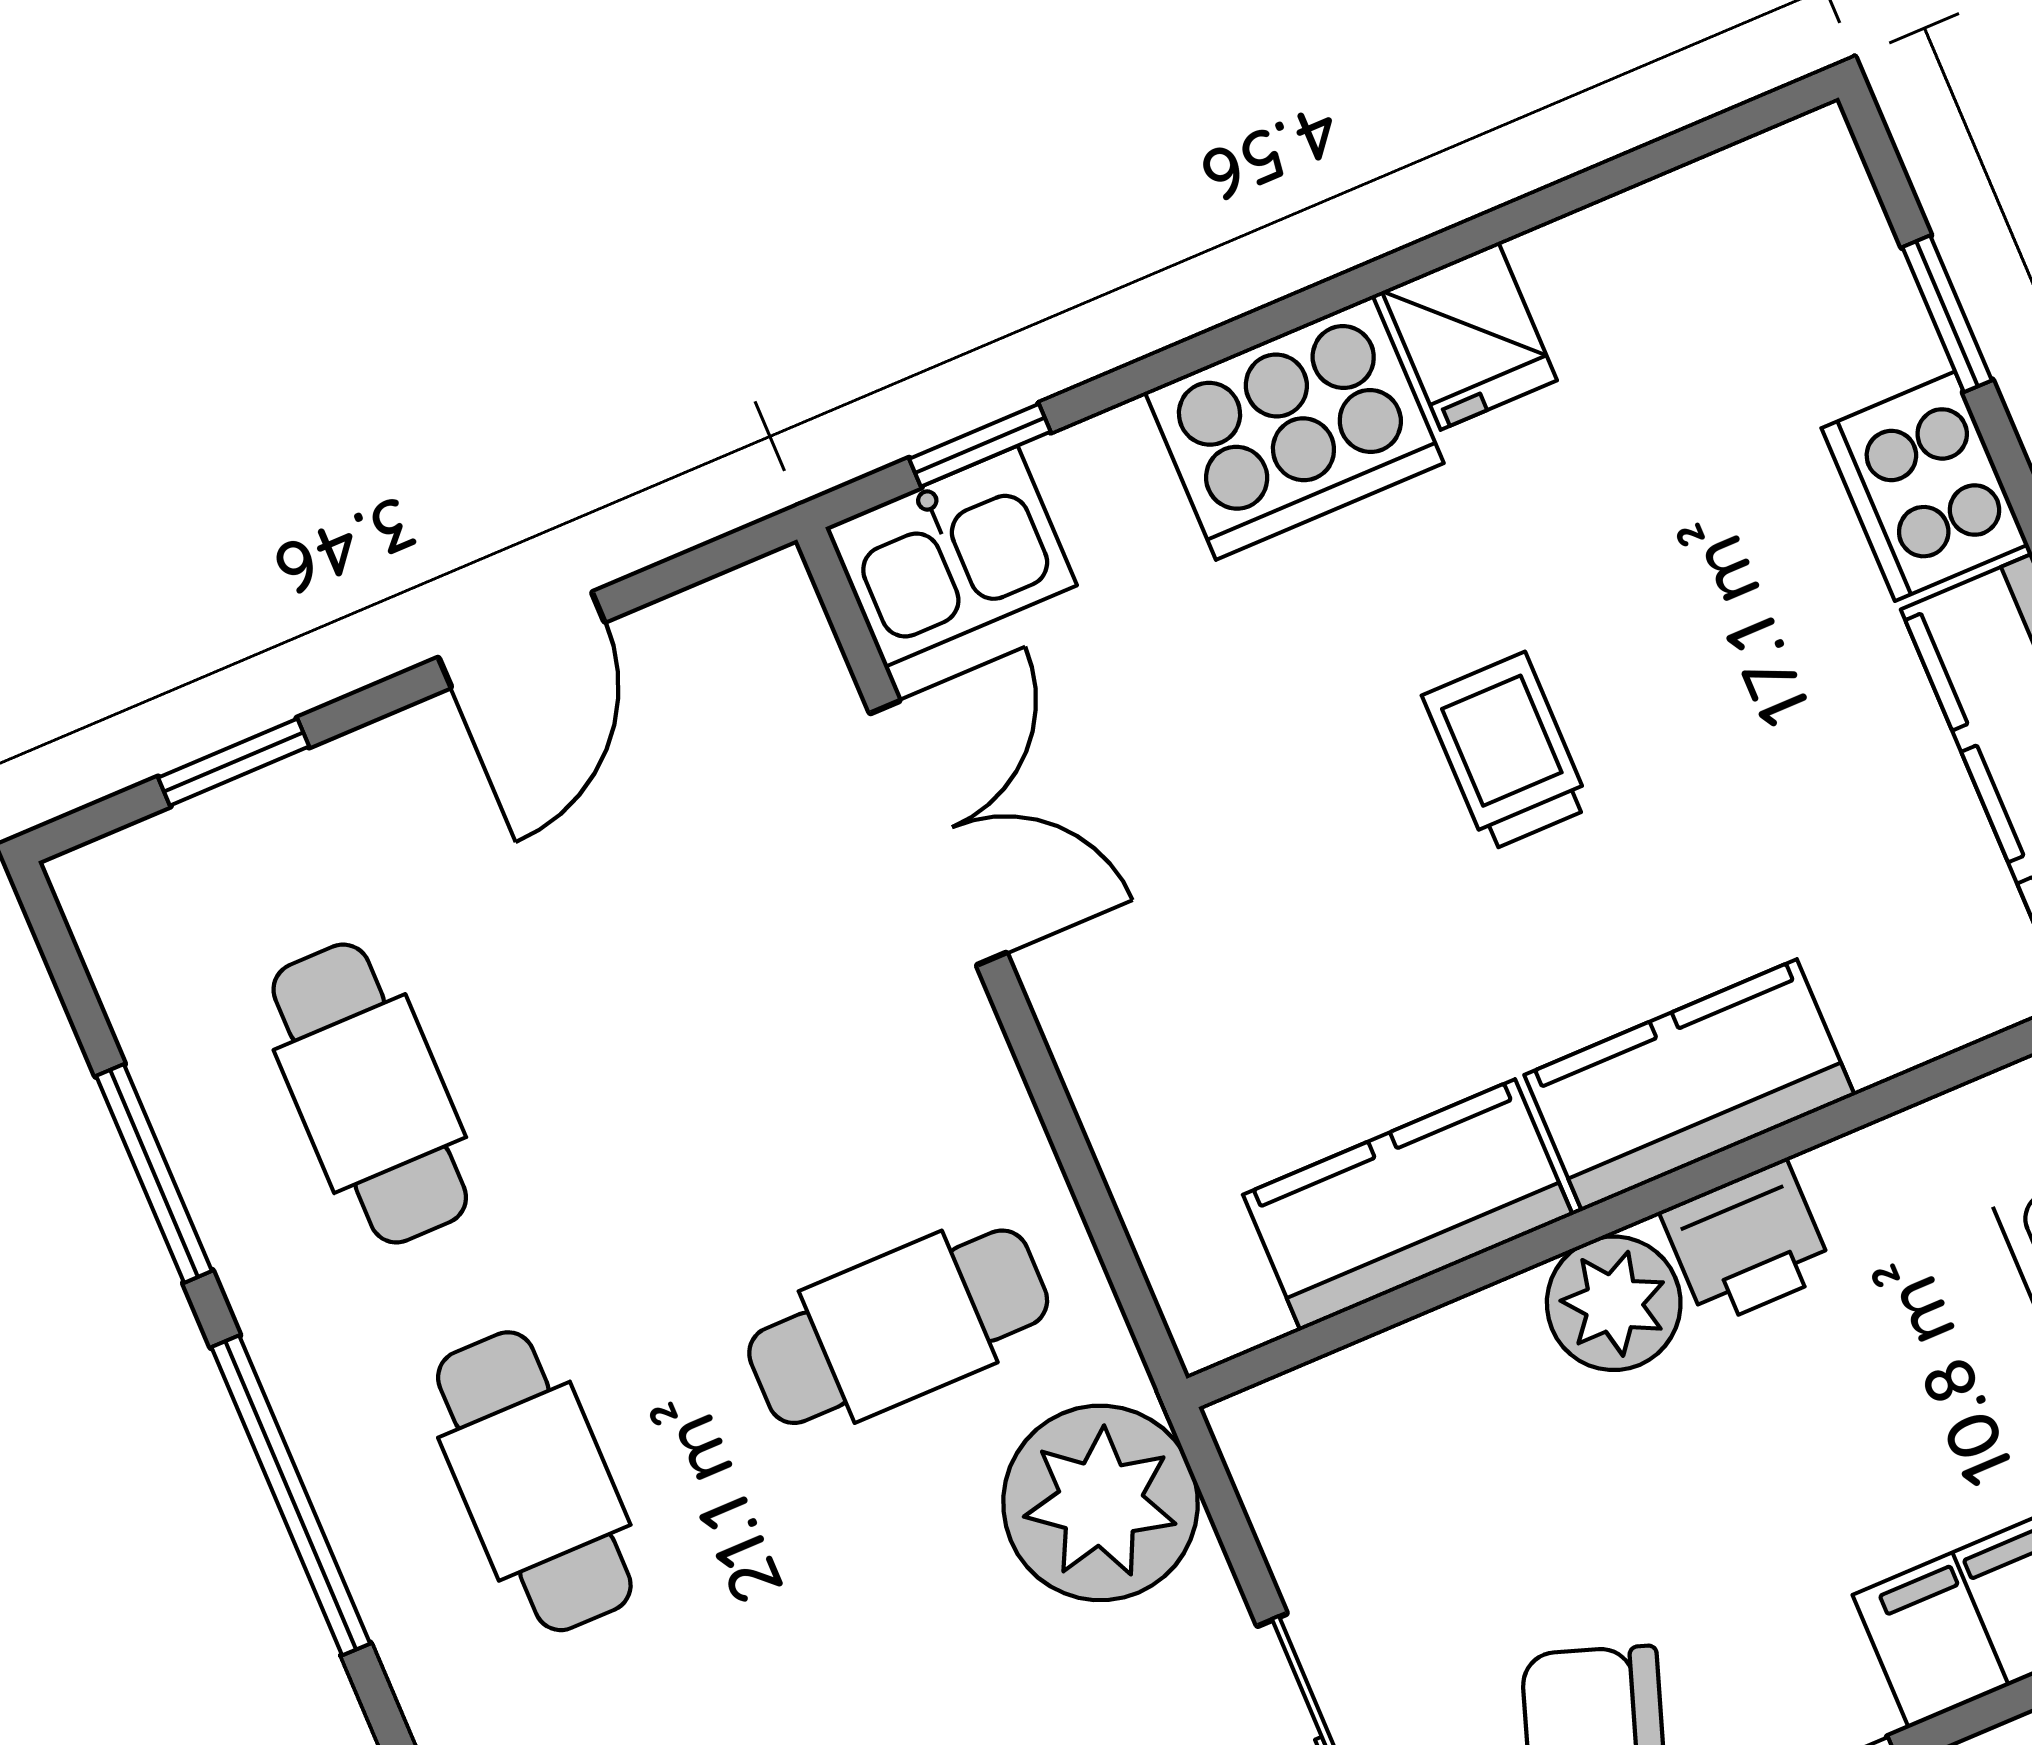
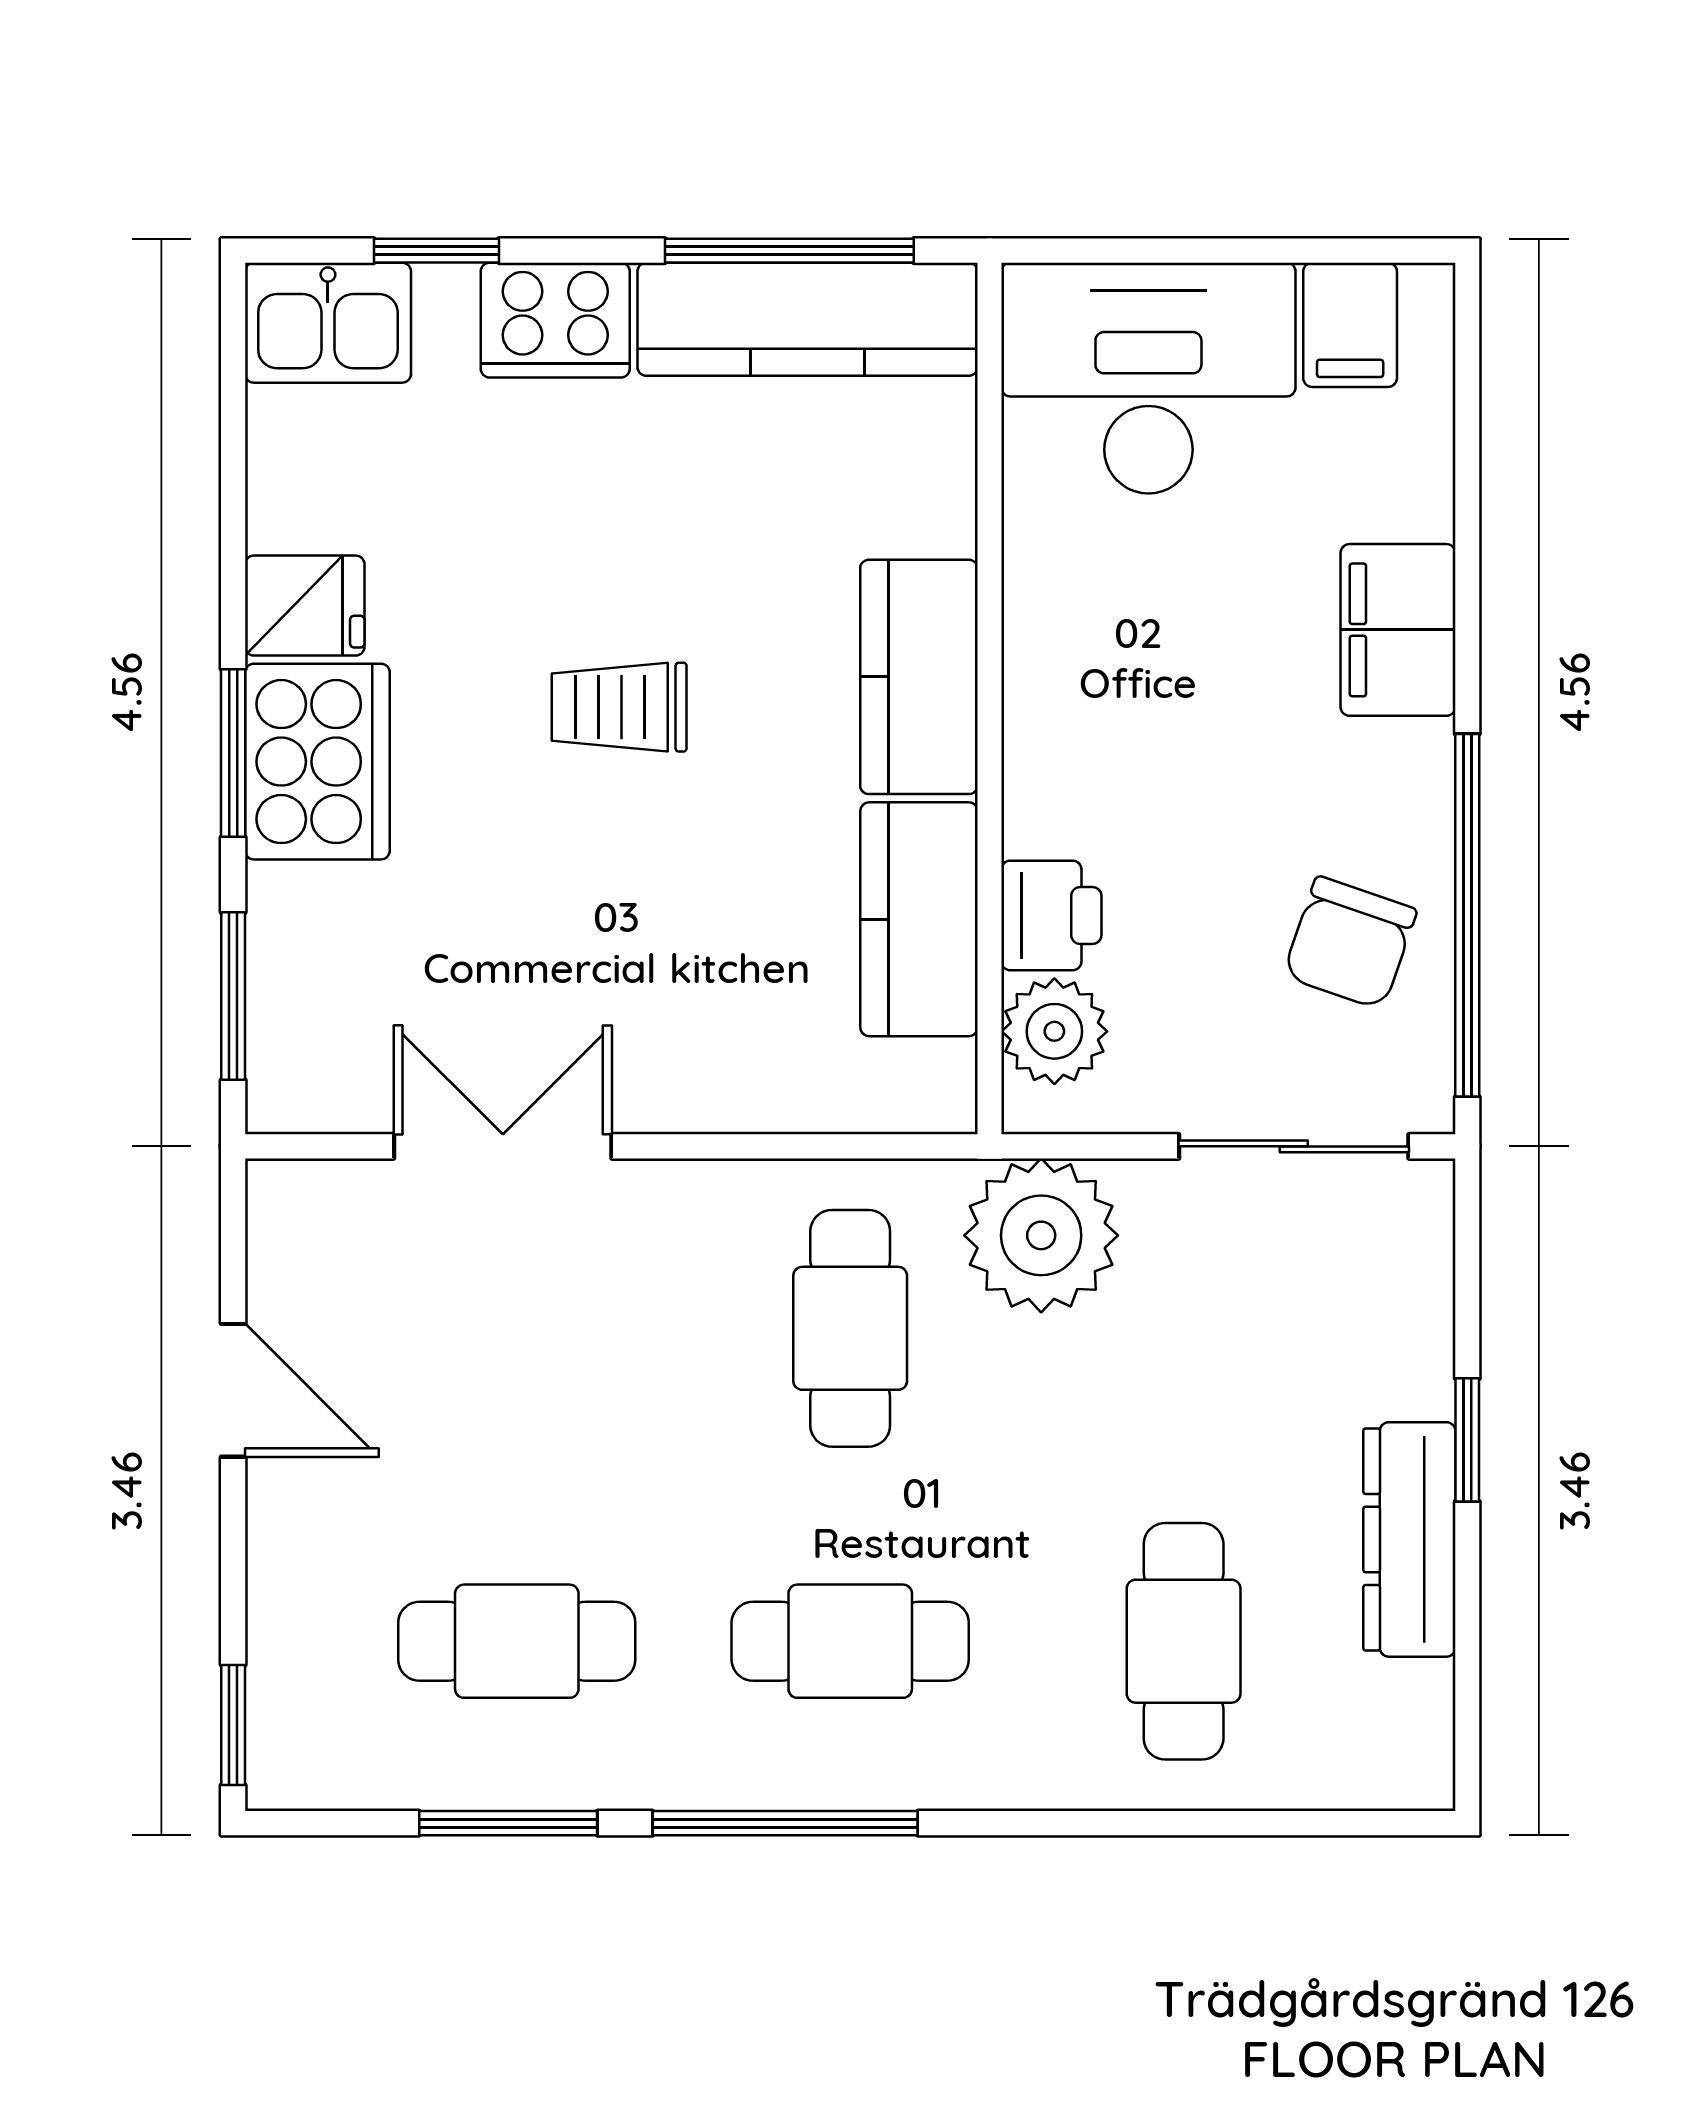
window: (1263, 325) -> (233, 753), added
window: (980, 445) -> (233, 996), width x1.50
kitchen sink: (951, 556) -> (328, 323), moved, turned 90
window: (234, 762) -> (233, 1725), moved
printer: (1747, 1243) -> (1051, 915), moved
plant: (1614, 1303) -> (1054, 1031), moved

